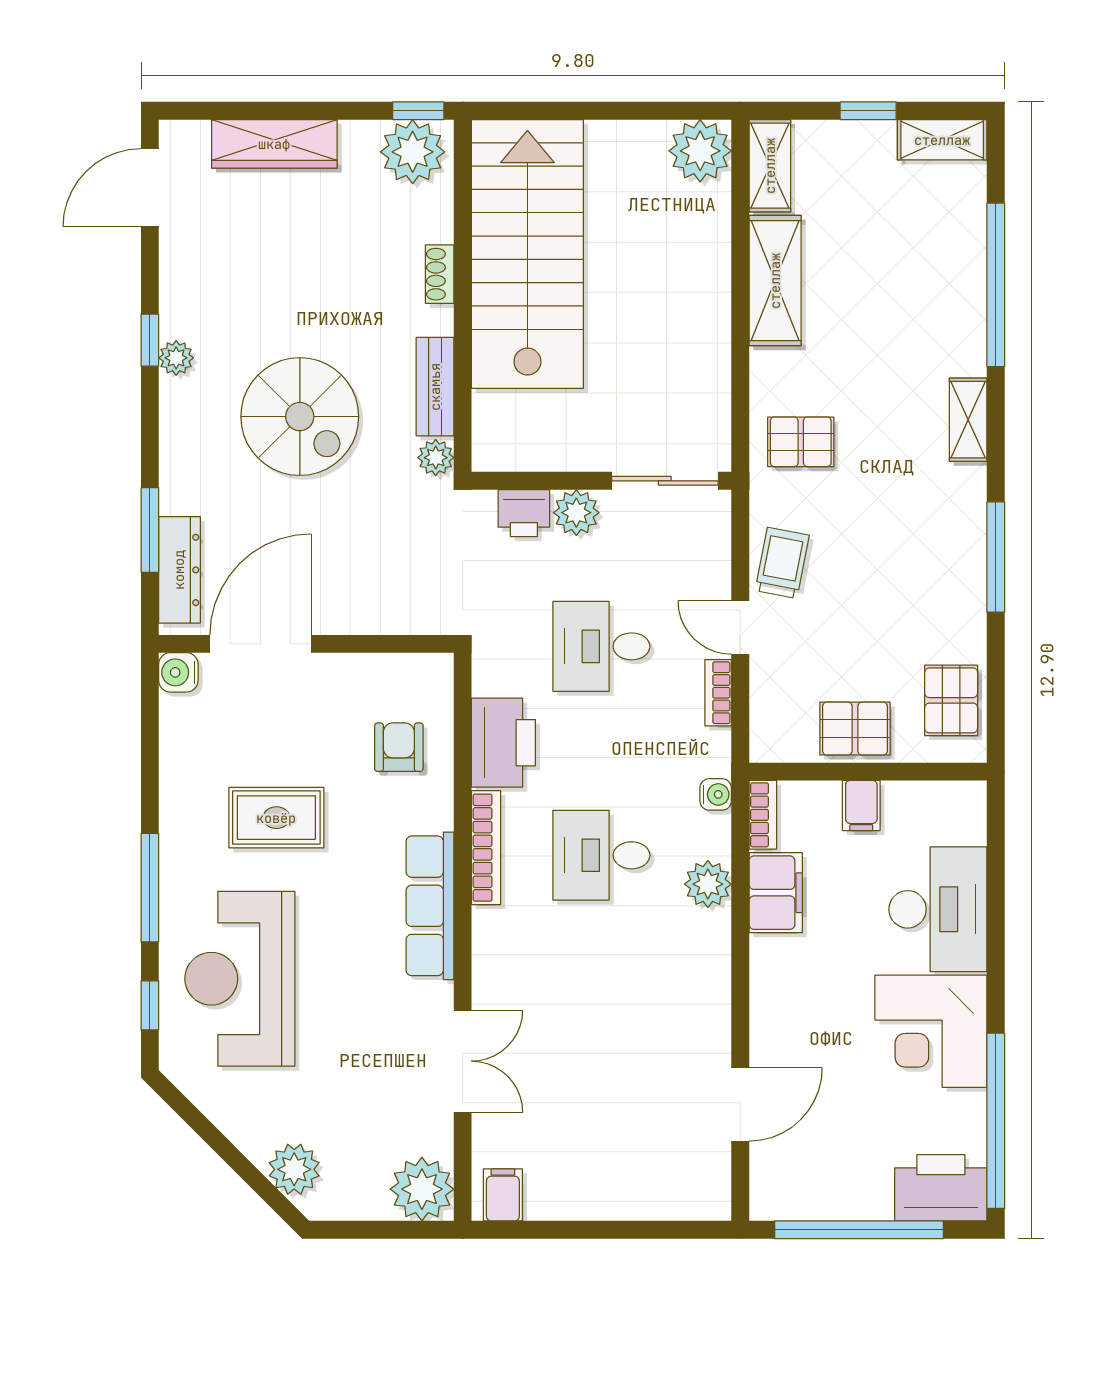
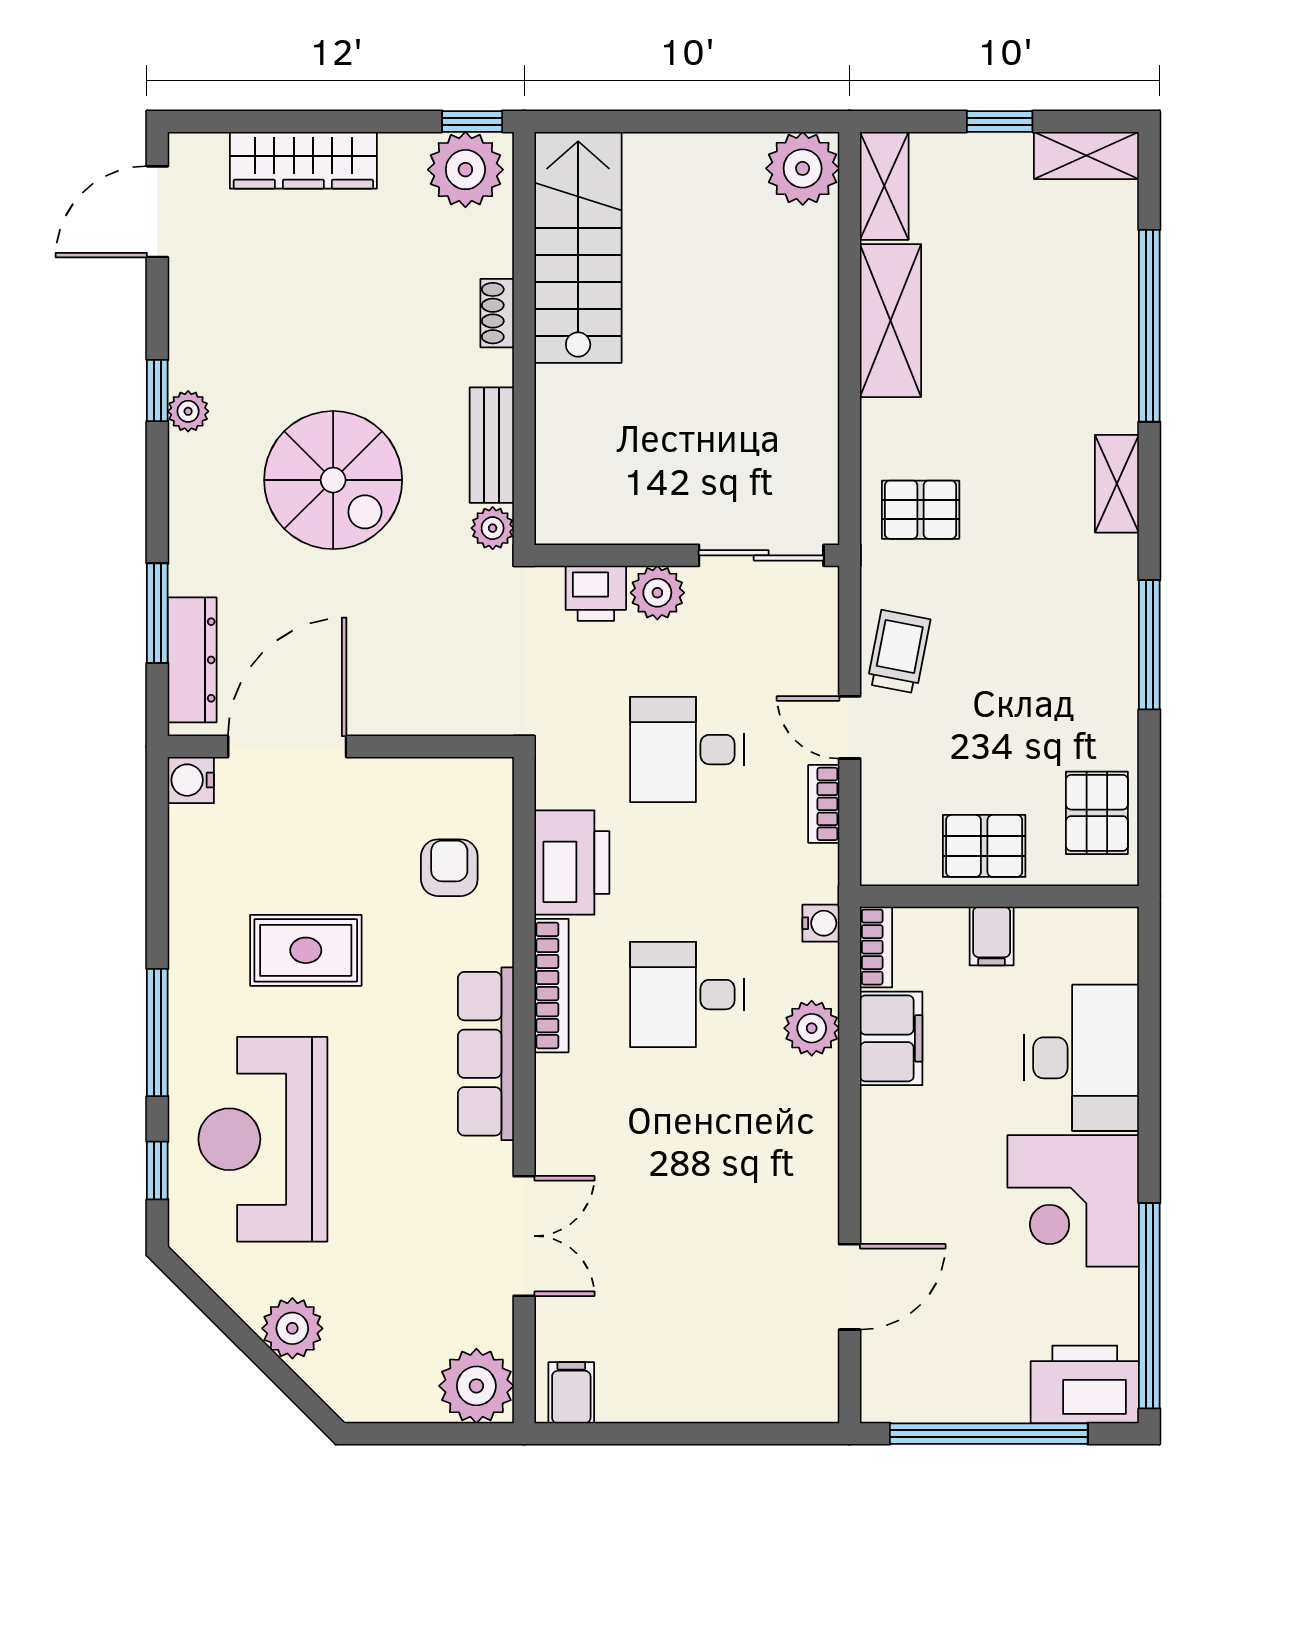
stairs: (527, 254) -> (578, 247), width x0.73, depth x0.66
plant: (294, 1169) -> (292, 1328), moved

